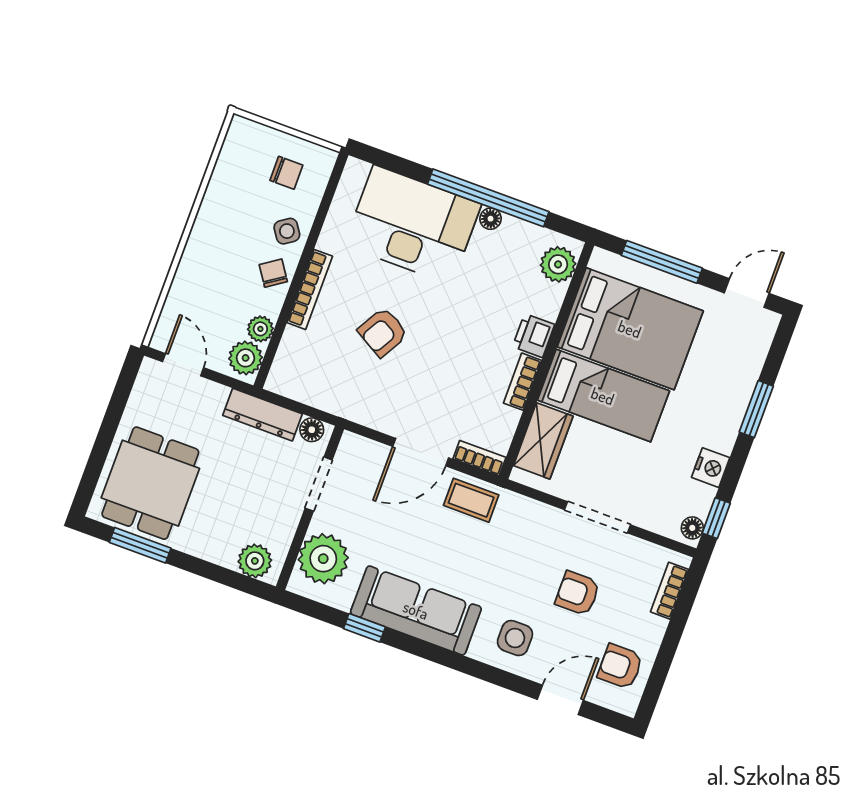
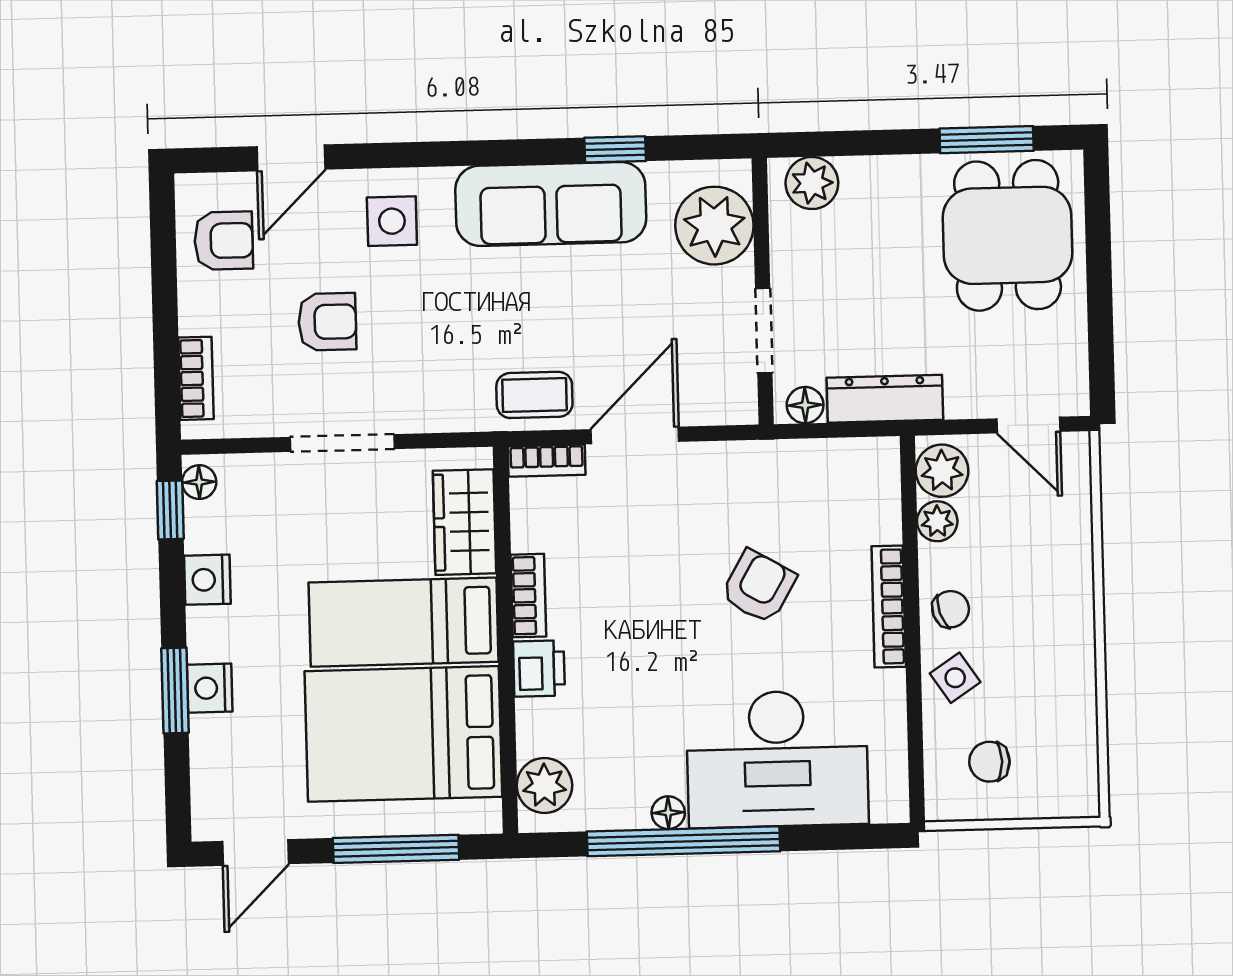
chair: (273, 273) -> (951, 609), turned -75
nightstand: (735, 402) -> (210, 688), added

